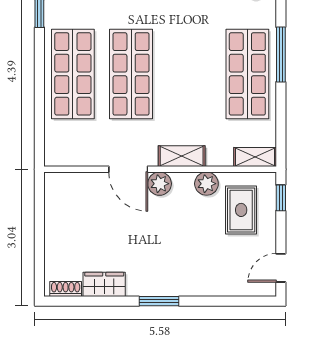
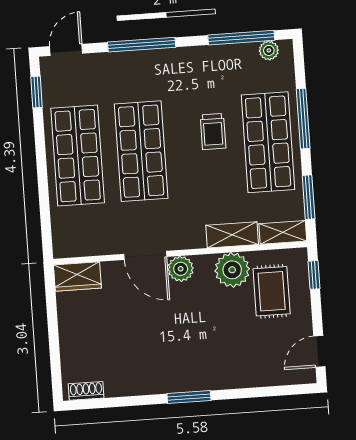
trolley: (198, 61) -> (213, 131), added
window: (281, 126) -> (309, 197), added
shelving: (182, 156) -> (232, 235), moved
plant: (206, 184) -> (232, 270), width x1.36, depth x1.36
wardrobe: (104, 284) -> (77, 277), moved, turned 180

